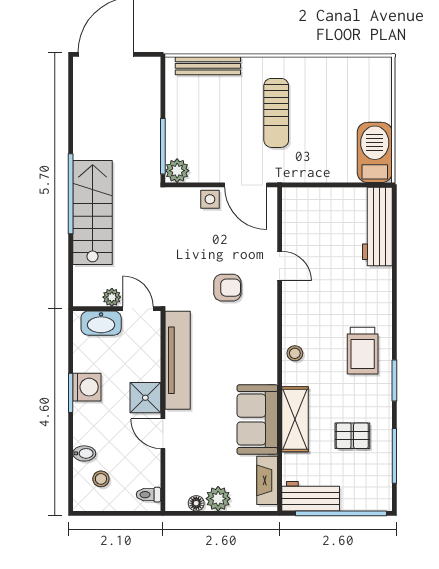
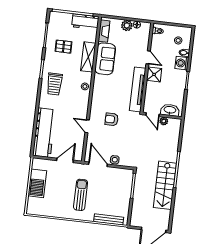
barbecue: (375, 152) -> (37, 183), moved
plant: (177, 171) -> (128, 174), removed
door: (320, 185) -> (65, 160), added
stairs: (93, 213) -> (165, 185), moved
workbench: (377, 227) -> (44, 133), width x1.36, depth x1.32
trolley: (363, 351) -> (54, 84), turned 180
washing machine: (87, 387) -> (182, 63), moved

